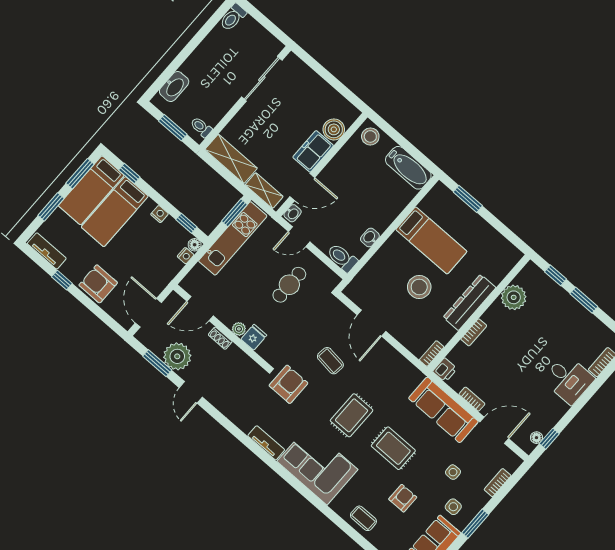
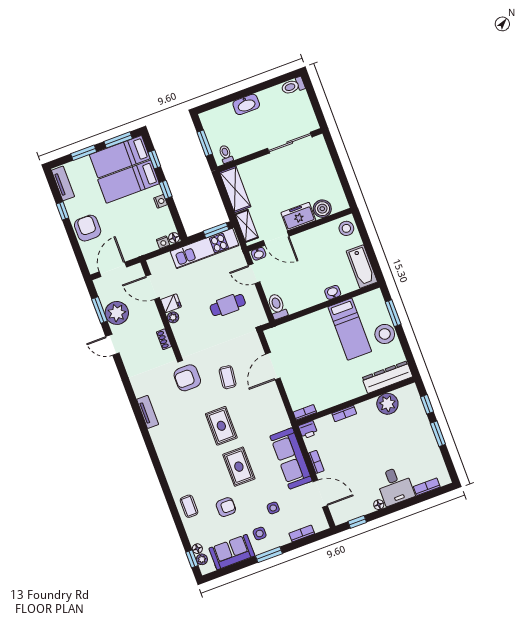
washbasin: (174, 87) -> (246, 104), moved
window: (186, 223) -> (166, 190), moved
washbasin: (370, 237) -> (333, 292), moved
stool: (419, 287) -> (385, 334), moved
dresser: (470, 302) -> (387, 377), moved
fridge: (254, 337) -> (171, 303), moved
shoe rack: (220, 338) -> (164, 339), moved
armchair: (288, 384) -> (187, 378), turned 180
door: (191, 392) -> (112, 345), hinge flipped
rug: (352, 415) -> (221, 426), turned 90
floor lamp: (536, 438) -> (379, 505), moved
corner sofa: (317, 465) -> (176, 449), removed

